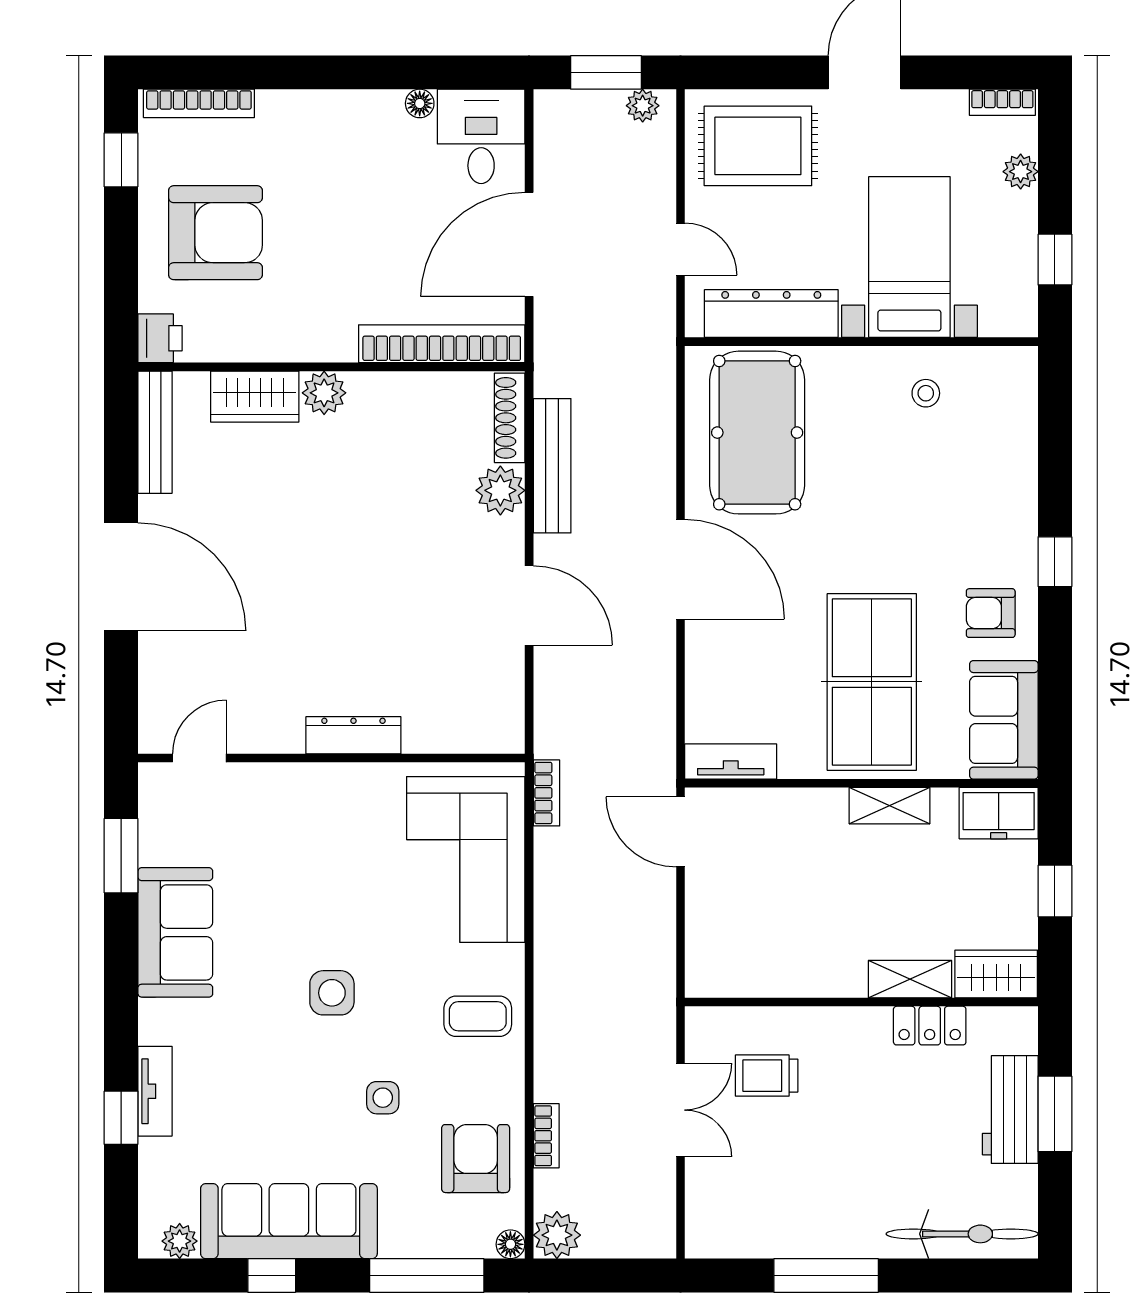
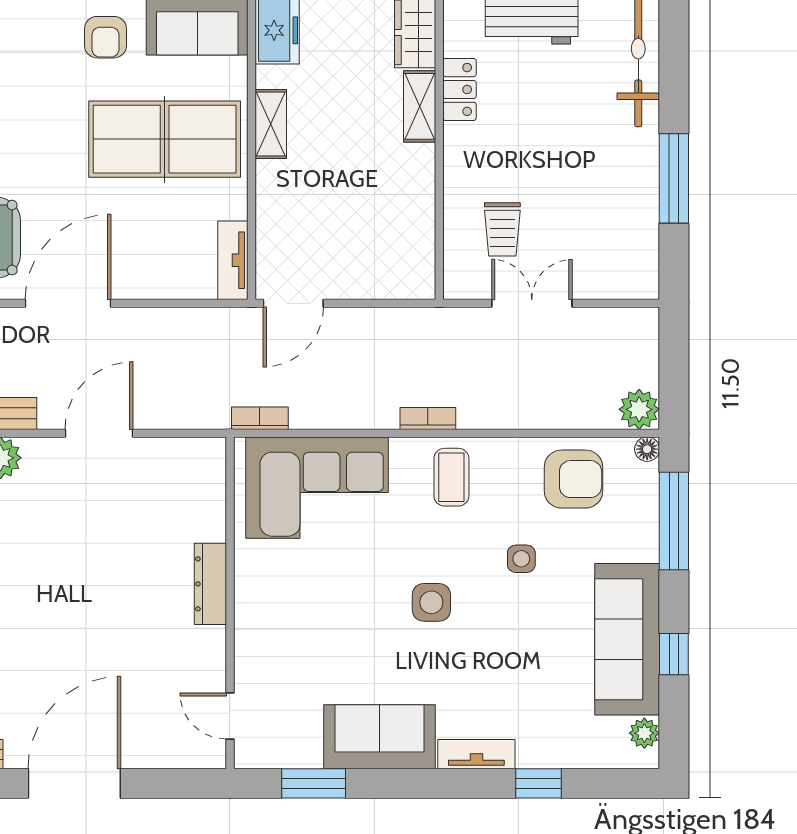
tv unit: (155, 1091) -> (476, 754), moved
bookcase: (546, 1136) -> (428, 419), moved
armchair: (476, 1159) -> (574, 479), turned 180

